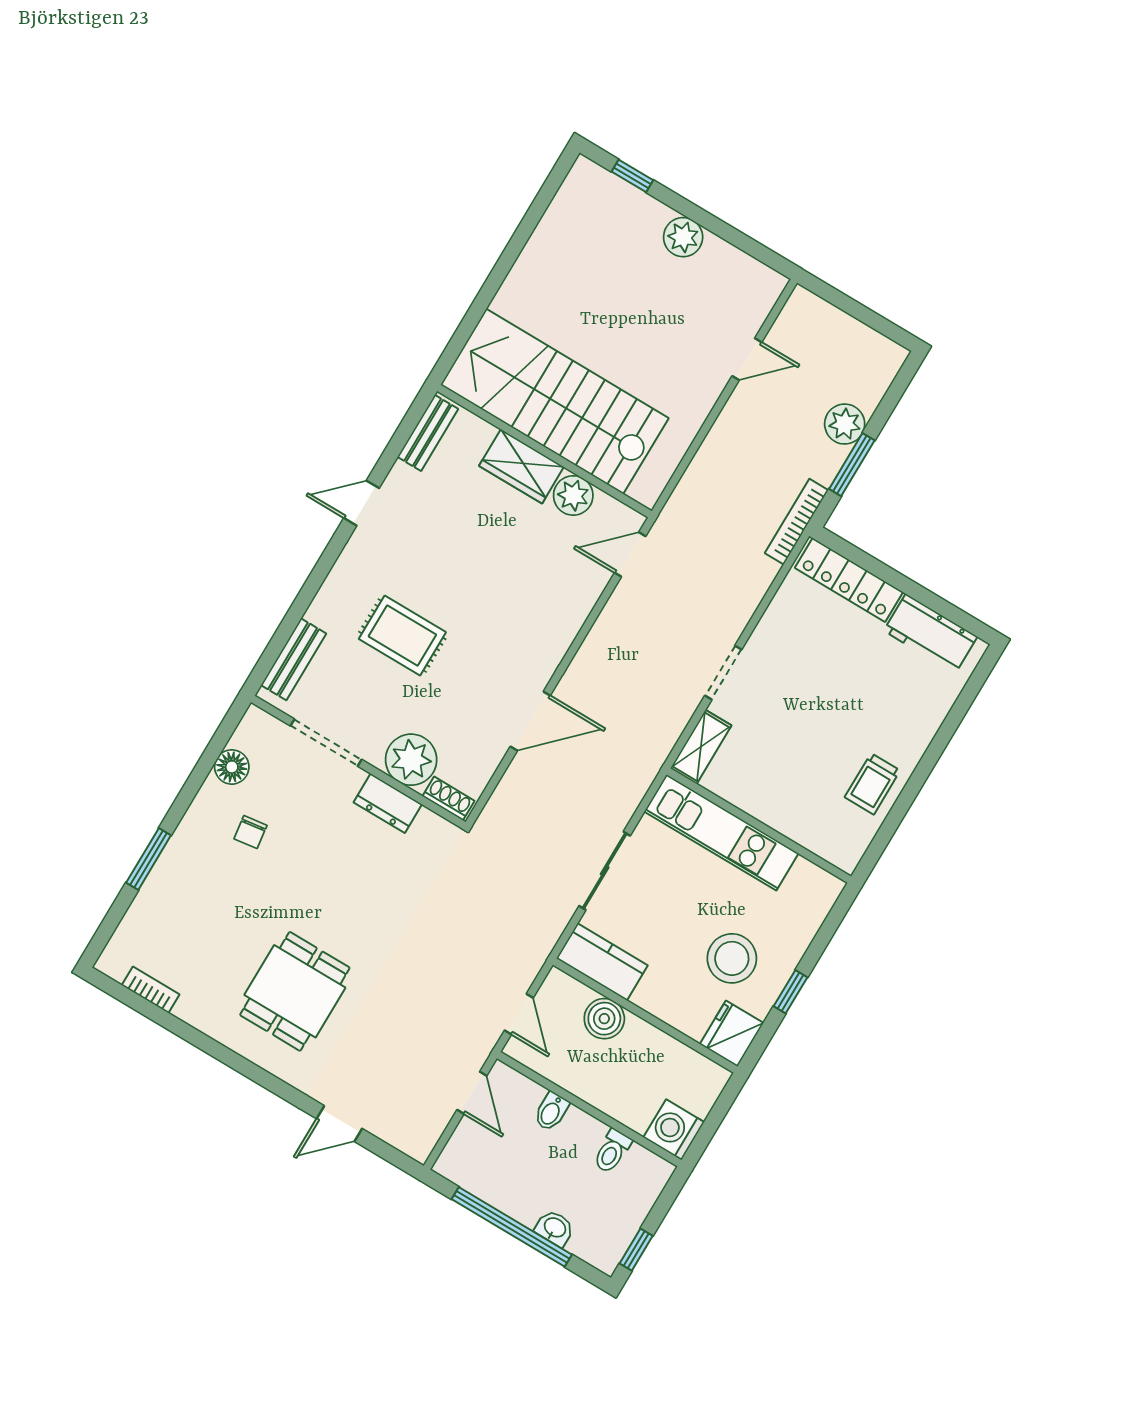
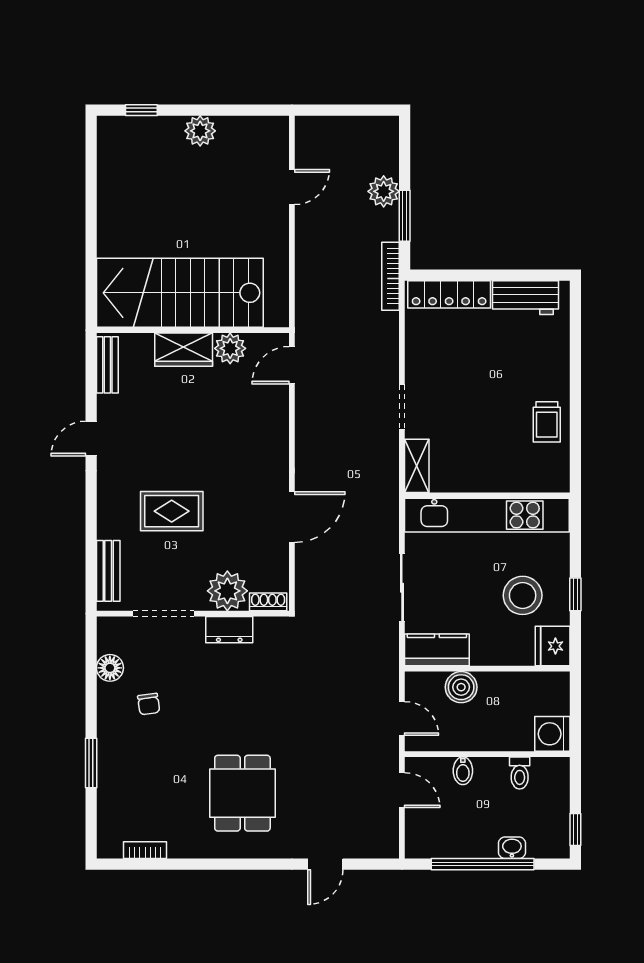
kitchen unit: (721, 832) -> (487, 515), width x1.36

